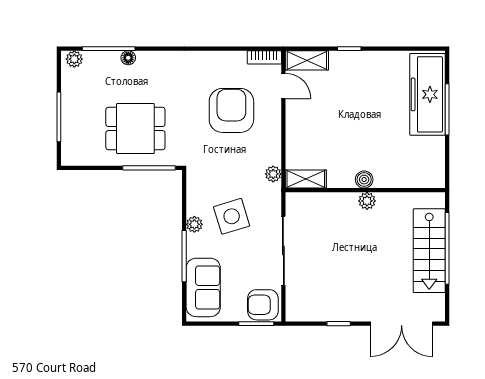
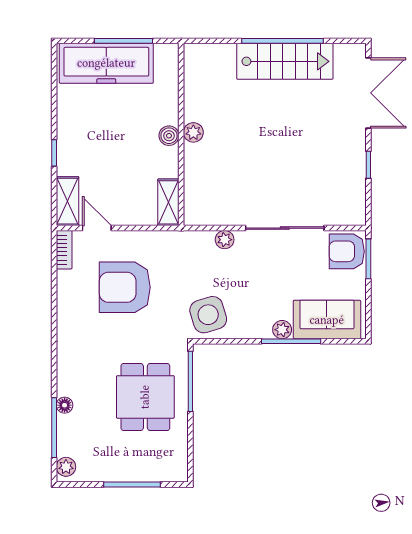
door: (283, 86) -> (97, 228), hinge flipped
plant: (273, 174) -> (225, 240), moved
shelving: (306, 179) -> (168, 202), moved
boiler: (364, 180) -> (169, 136), moved
wall: (365, 190) -> (181, 134), moved
plant: (367, 201) -> (193, 132), moved
side table: (232, 216) -> (208, 315), moved
plant: (194, 224) -> (282, 330), moved
armchair: (263, 305) -> (347, 251), turned 90

